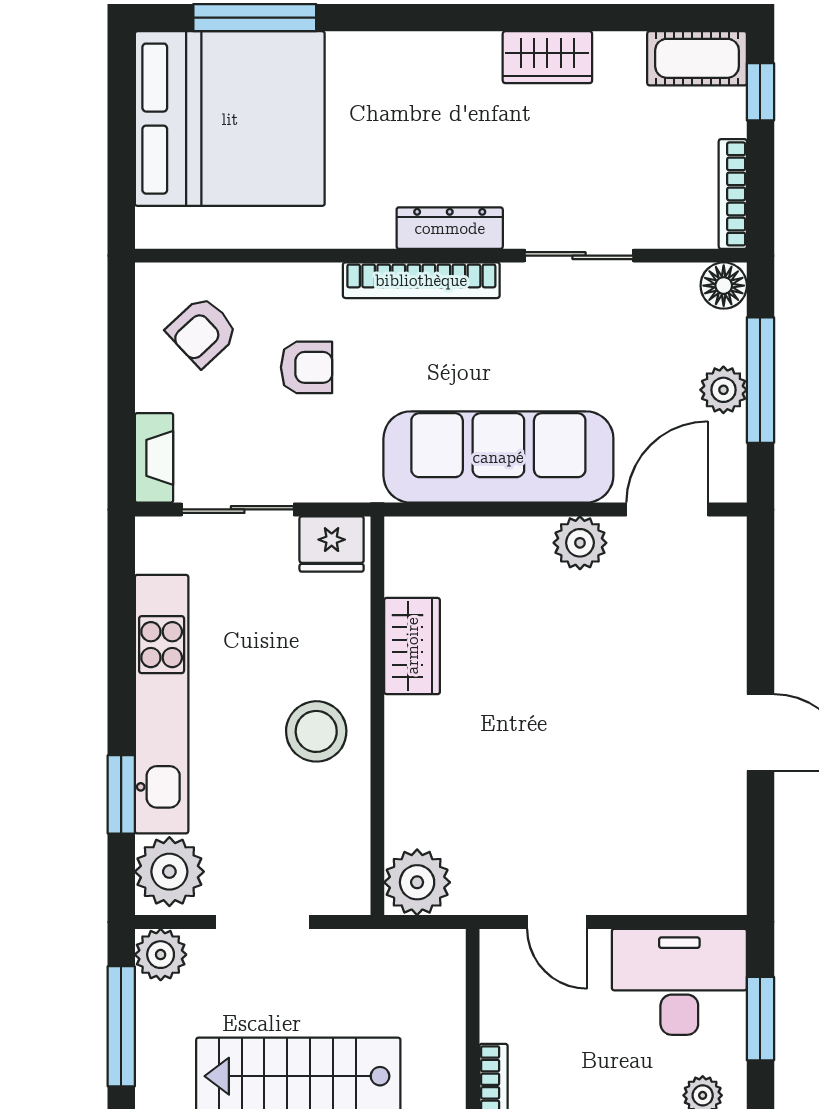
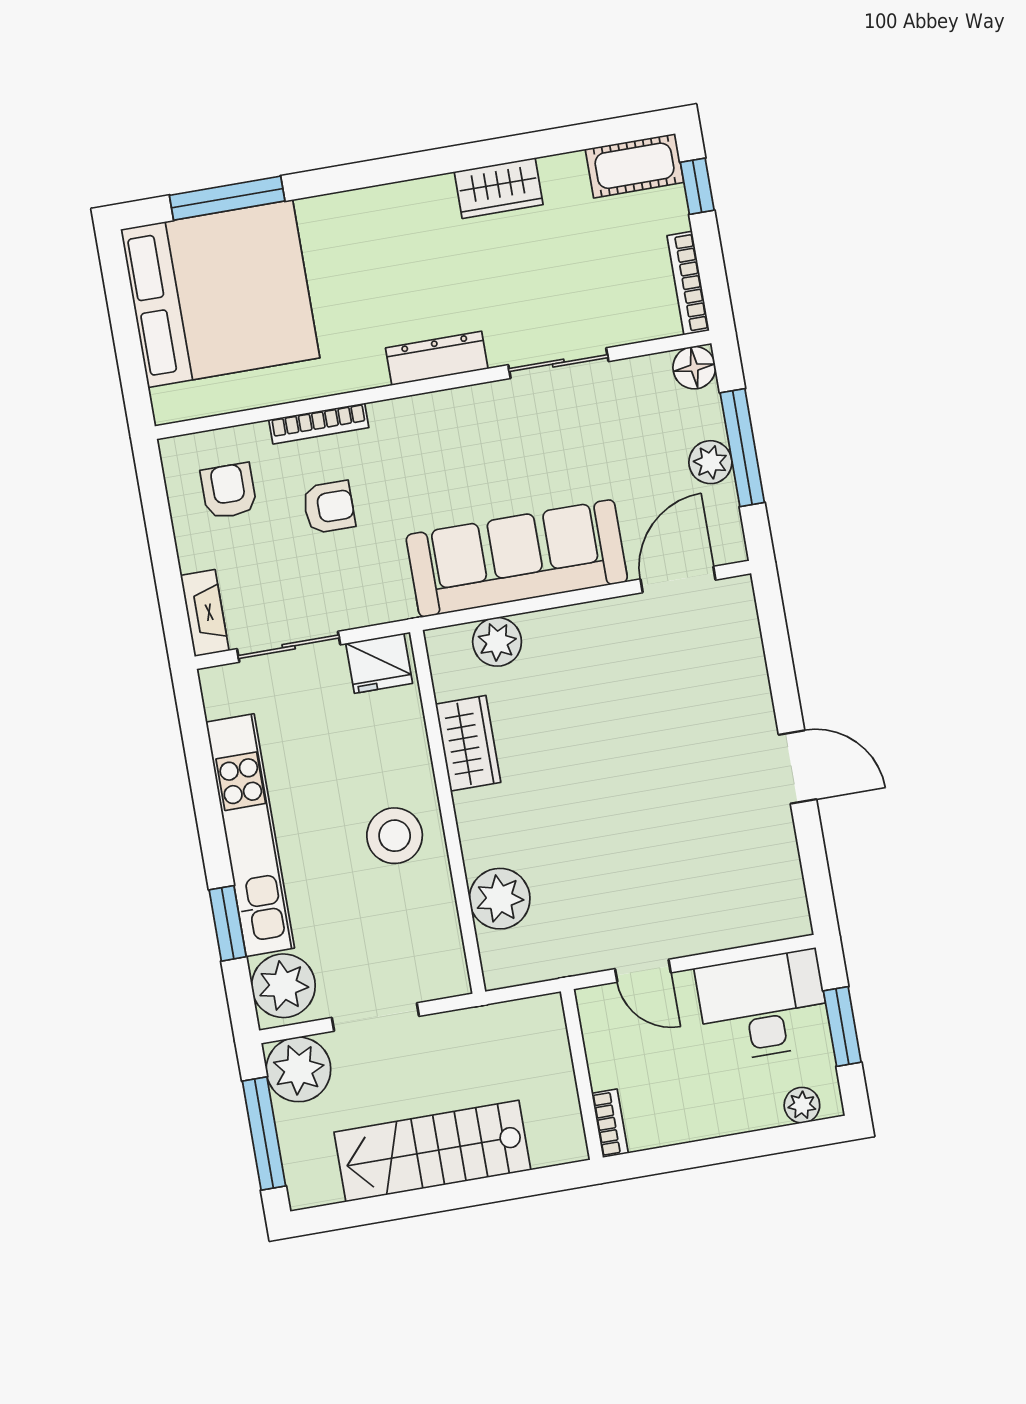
bookcase: (421, 280) -> (319, 424), moved, width x0.68, depth x0.76
armchair: (202, 331) -> (229, 491), turned 133
plant: (580, 543) -> (497, 642), moved
plant: (417, 882) -> (500, 899), moved
plant: (161, 955) -> (298, 1069), width x1.36, depth x1.36

